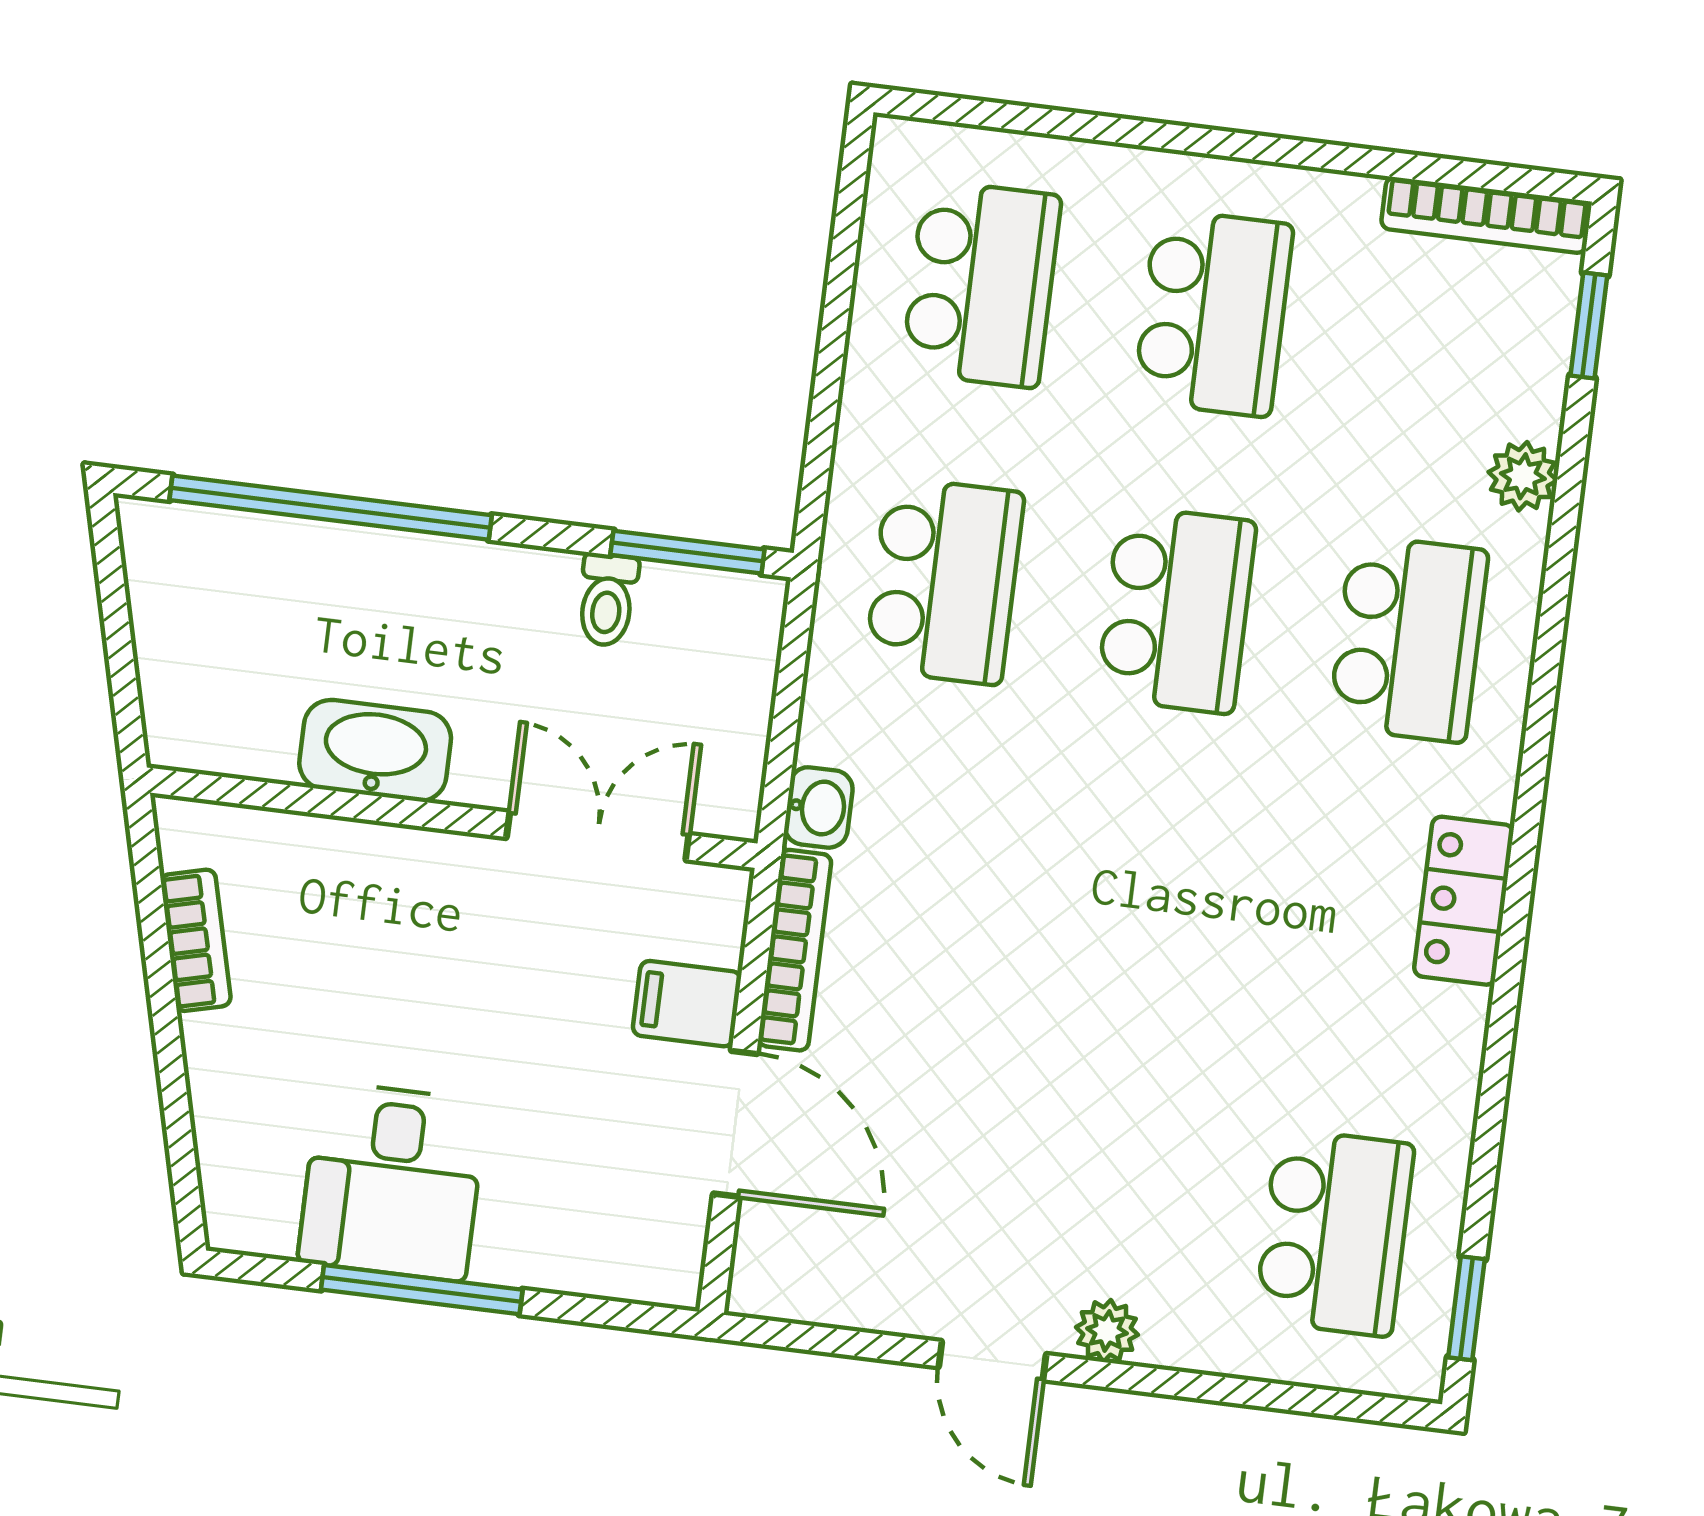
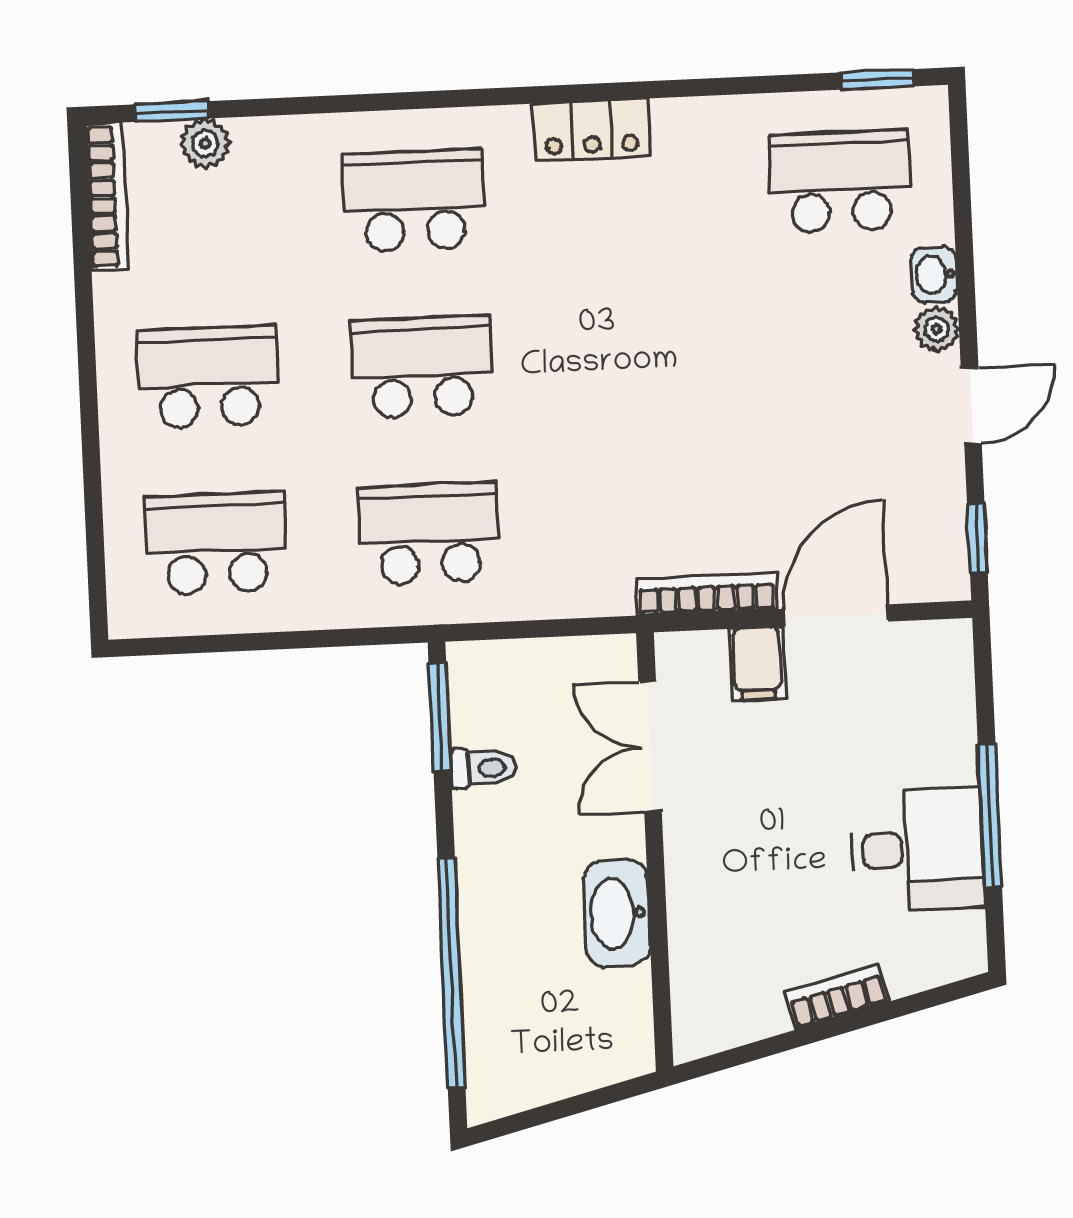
plant: (1523, 476) -> (205, 143), moved
washbasin: (819, 807) -> (934, 274), moved, turned -90
bookcase: (196, 940) -> (837, 997), moved
window: (808, 1338) -> (977, 538), added

